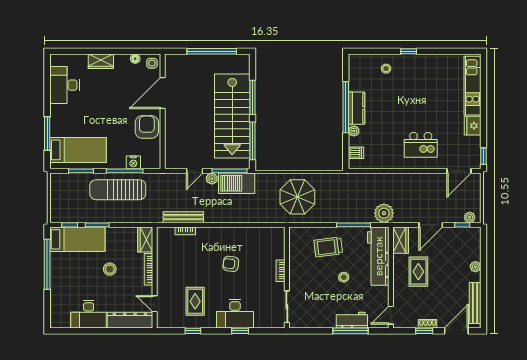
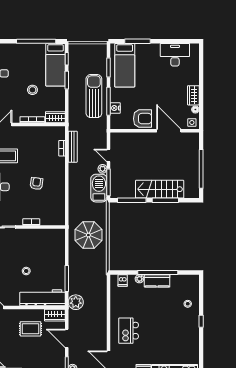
wardrobe: (101, 61) -> (193, 95), moved
stairs: (232, 116) -> (160, 189), width x0.73, depth x0.66
trolley: (328, 247) -> (50, 259), removed

